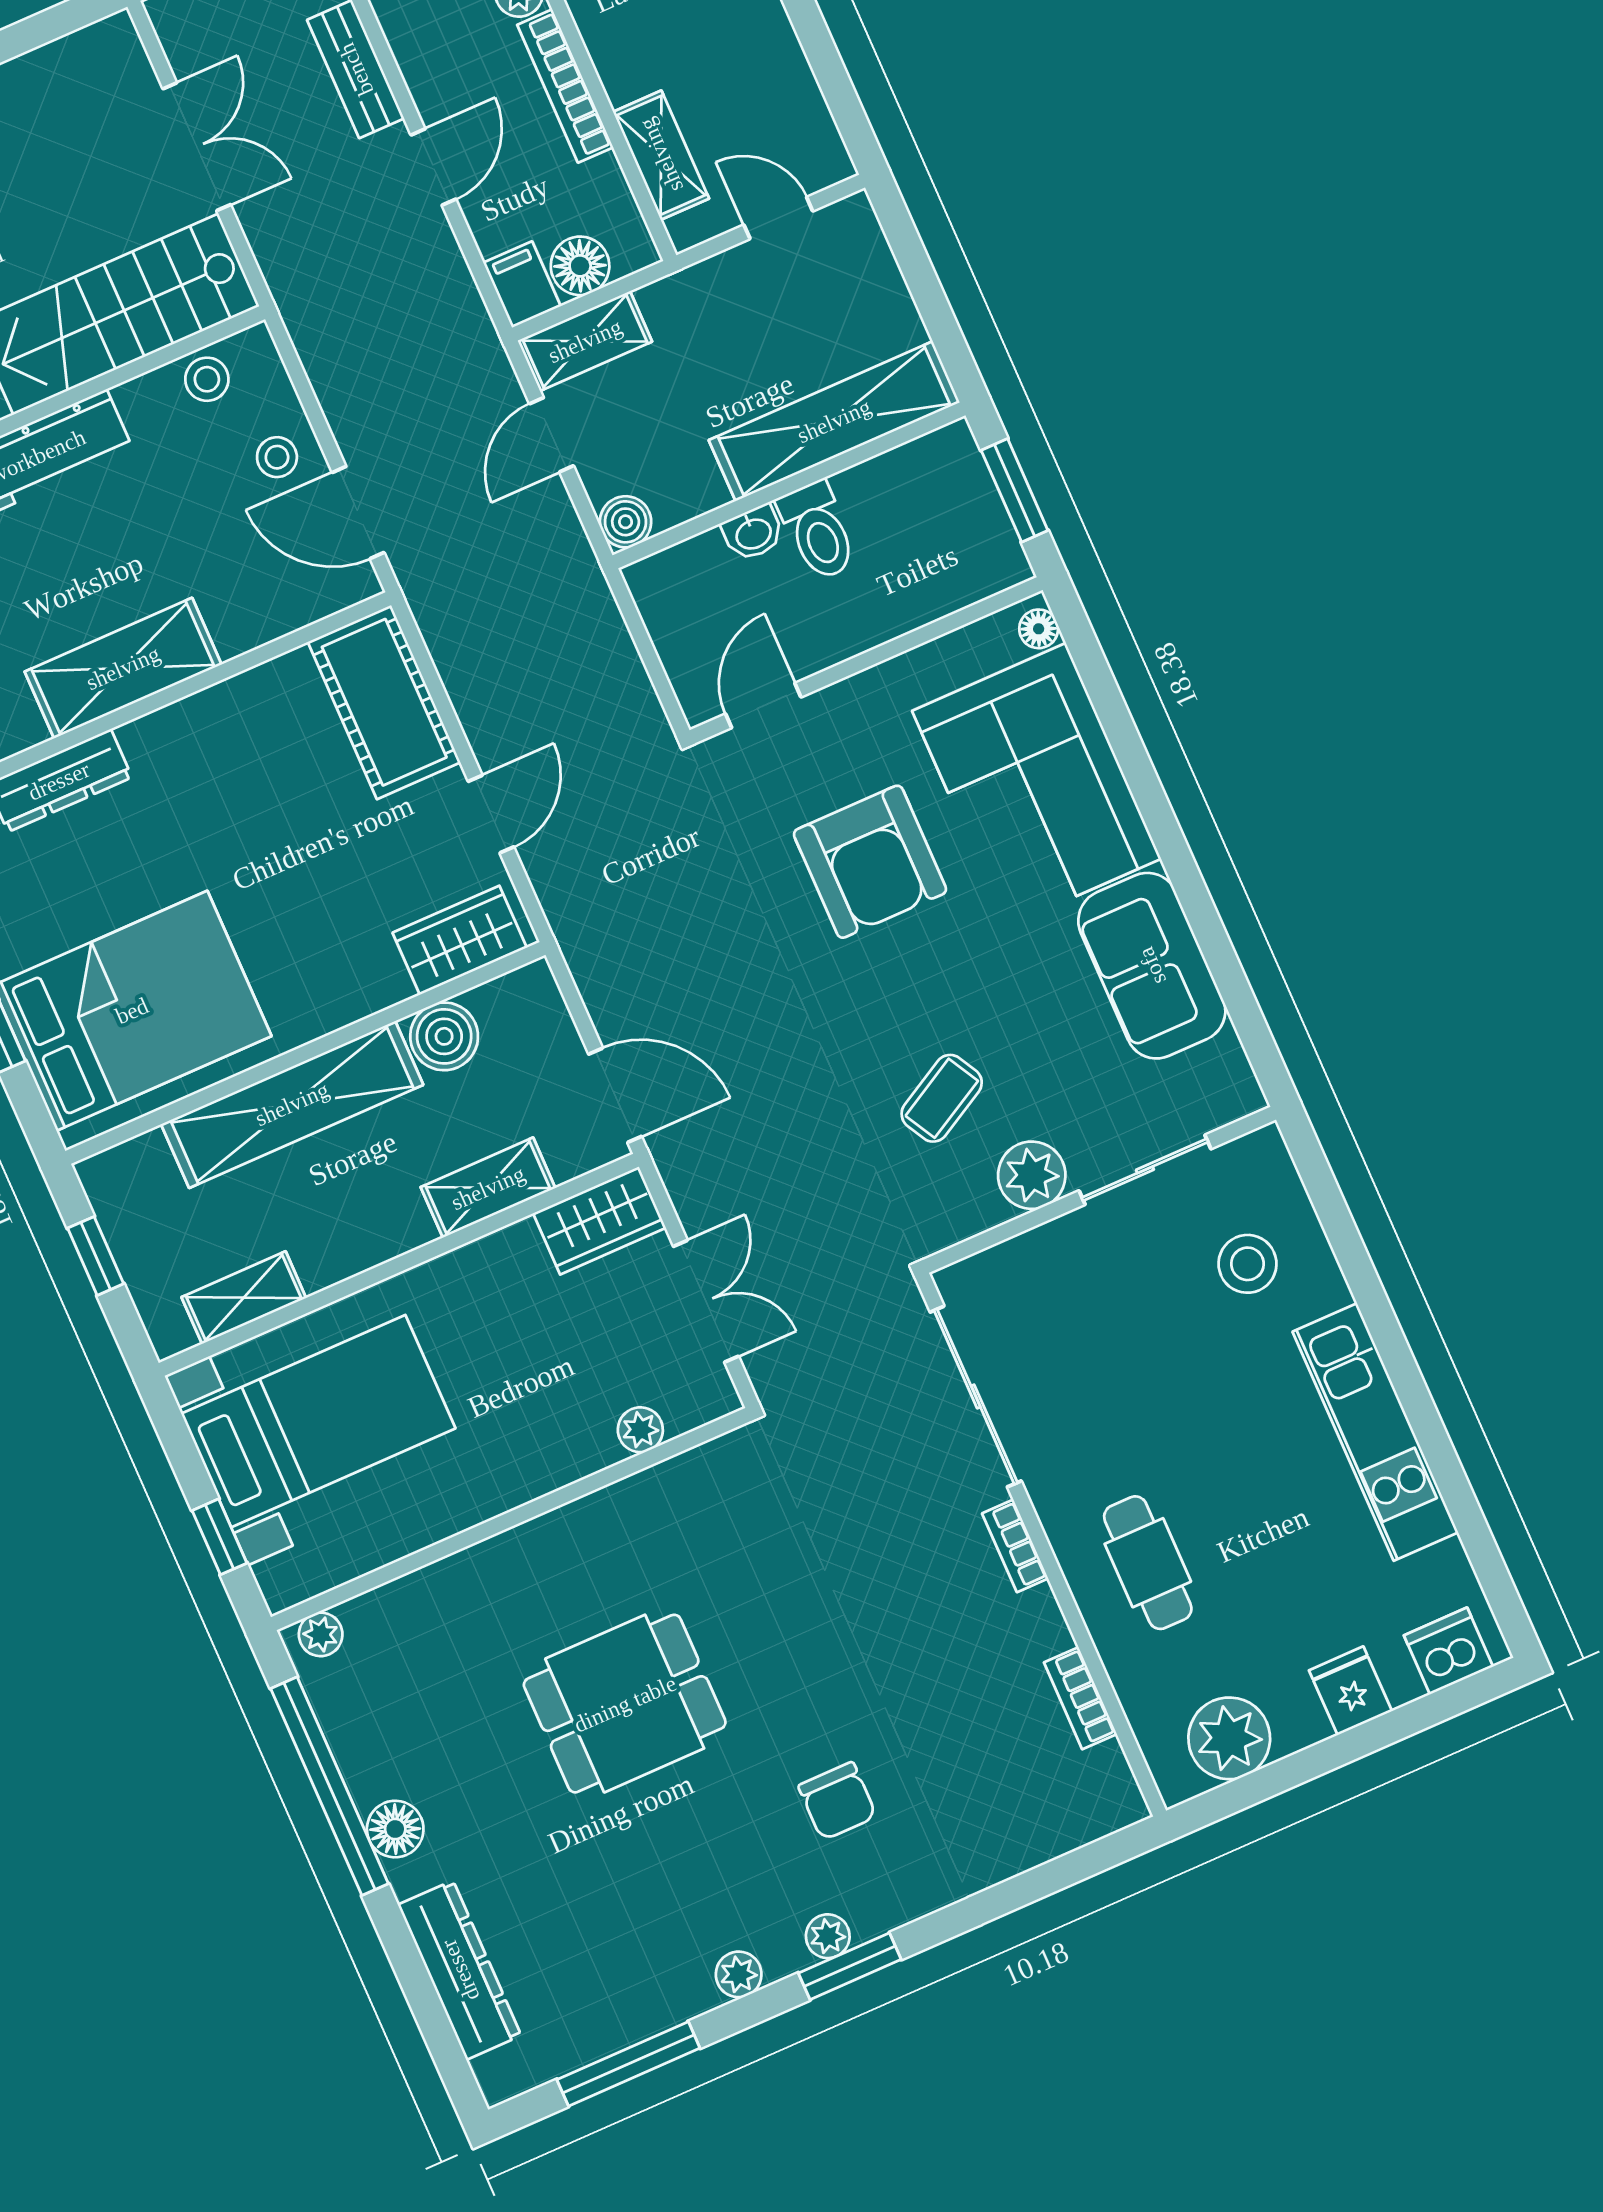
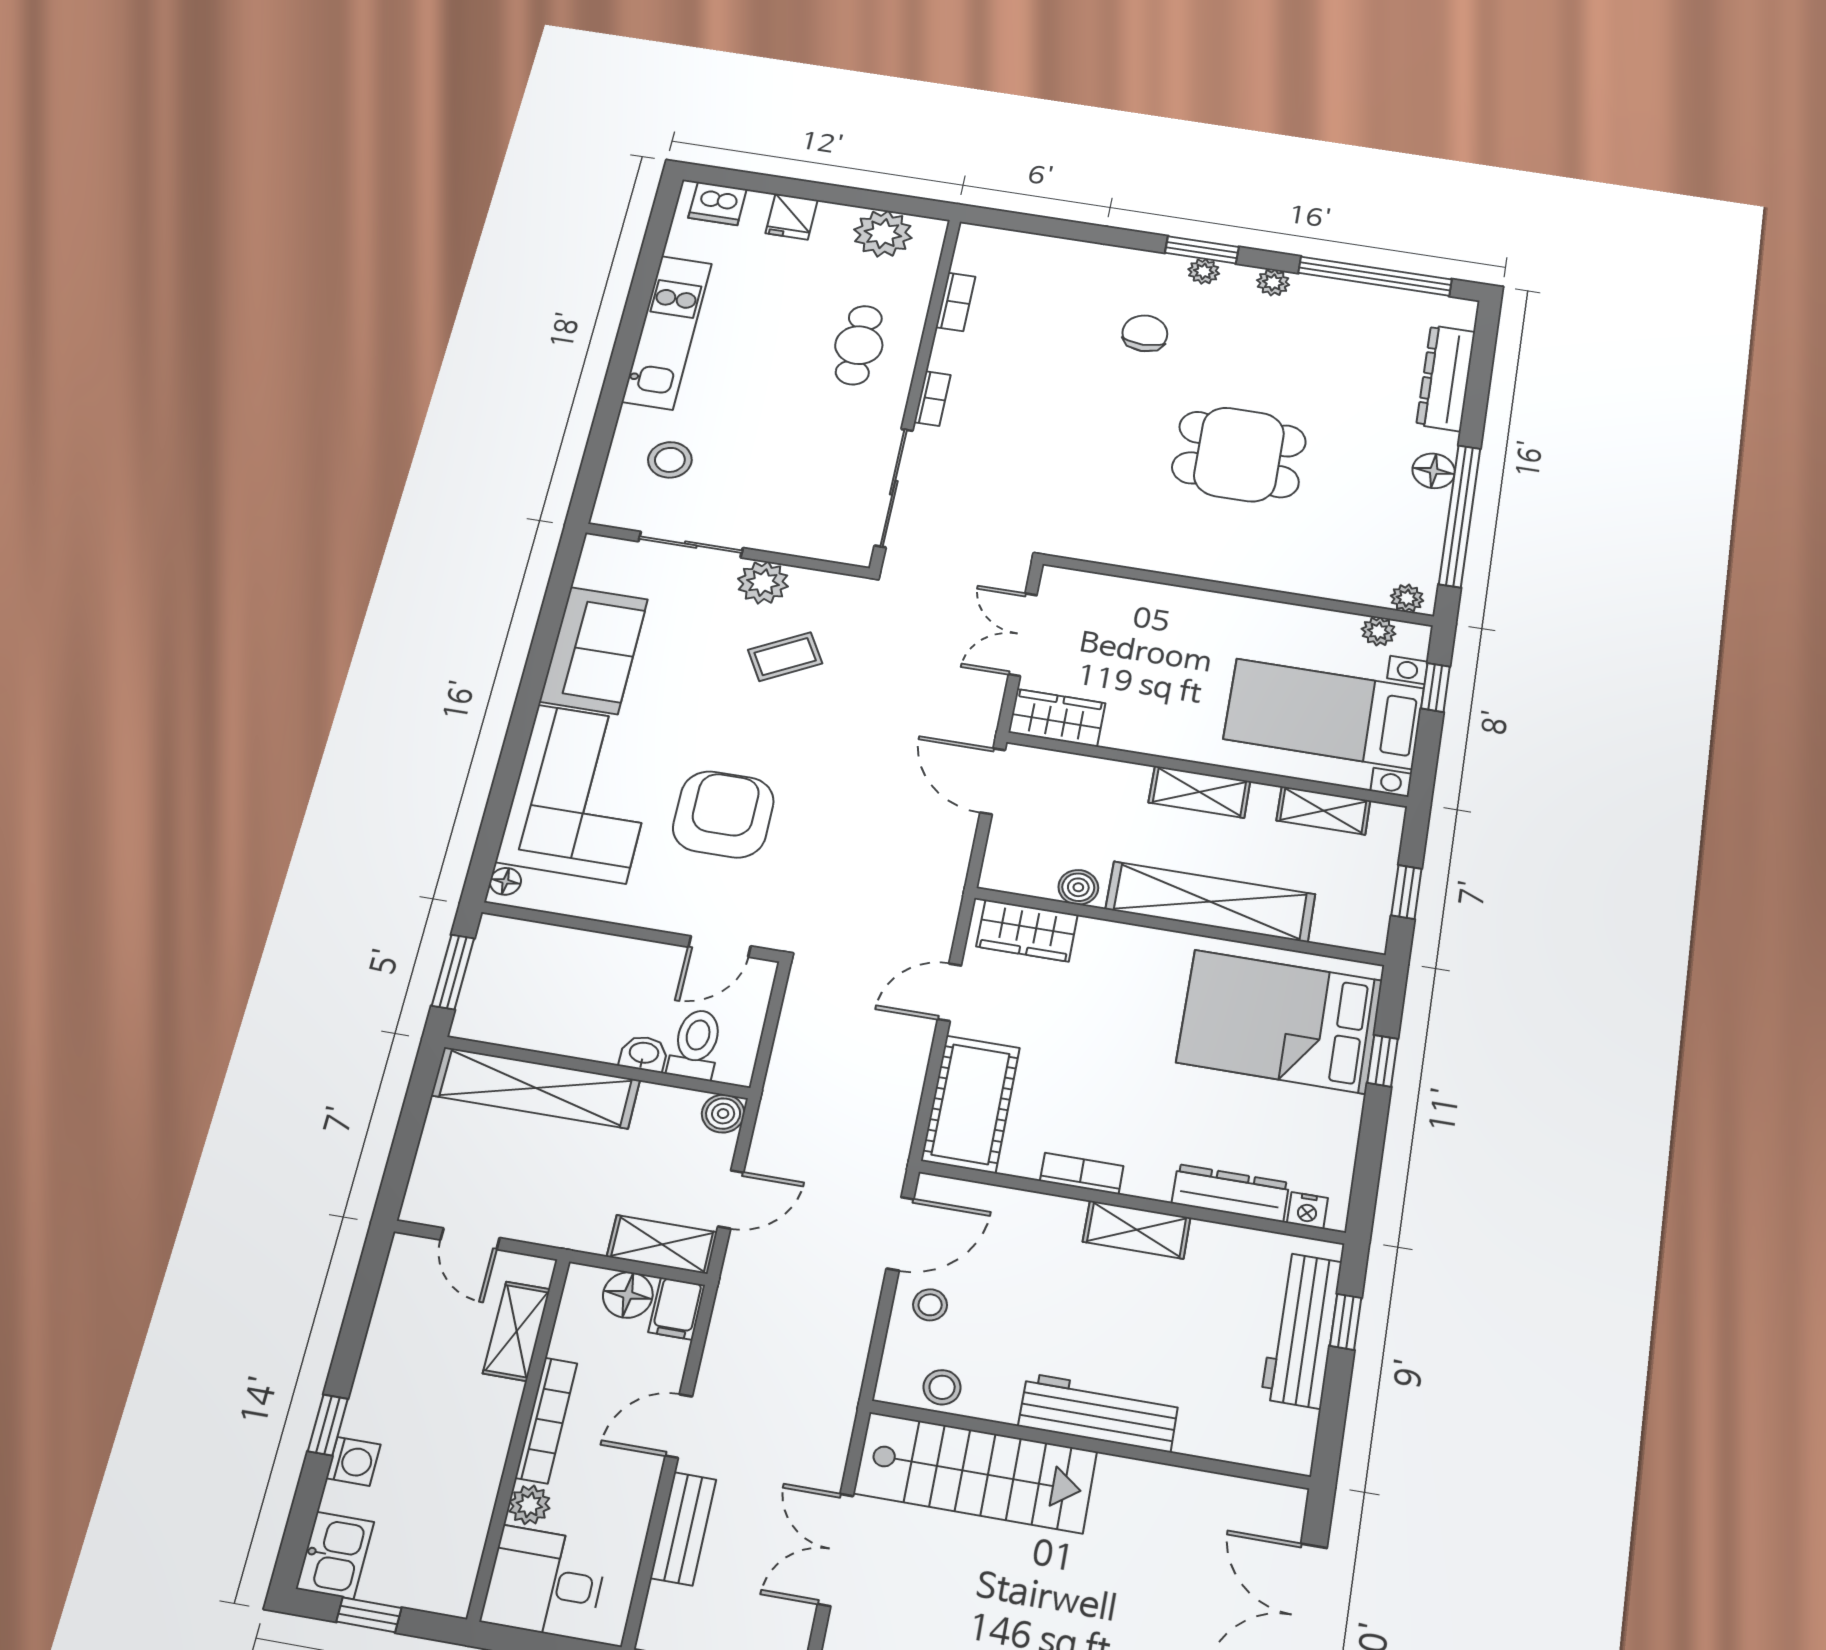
door: (358, 513) -> (900, 1234), hinge flipped
toilet: (818, 531) -> (696, 1044), moved
shelving: (123, 668) -> (1137, 1230), width x0.67, depth x0.75
bookcase: (222, 701) -> (1082, 1174), added
boiler: (444, 1036) -> (1078, 887), width x0.73, depth x0.73
shelving: (488, 1188) -> (1199, 792), moved
plant: (640, 1430) -> (1378, 631), moved
window: (628, 2064) -> (1375, 276), width x1.46

